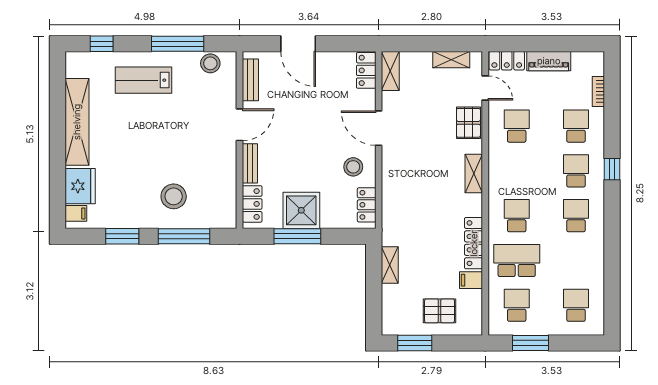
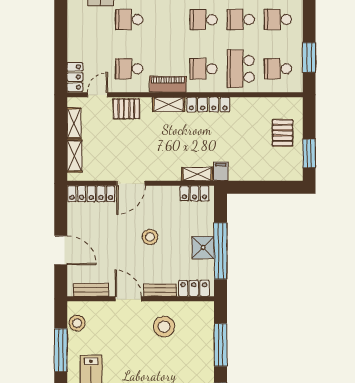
door: (298, 44) -> (61, 250), hinge flipped
piano: (549, 61) -> (168, 84), moved, turned -90
locker: (366, 70) -> (91, 194), width x1.53
shelving: (390, 71) -> (74, 156), moved, turned 90
stool: (353, 167) -> (150, 237), moved
school desk: (576, 171) -> (241, 20), moved
stool: (174, 196) -> (164, 327), moved
shower: (301, 210) -> (203, 248), width x0.73, depth x0.73
window: (297, 236) -> (221, 251), width x1.46
locker: (474, 243) -> (208, 105), moved
shelving: (390, 265) -> (197, 174), moved
filing cabinet: (471, 280) -> (221, 171), moved, turned 180

